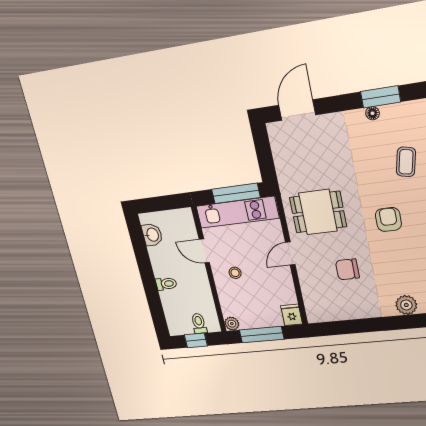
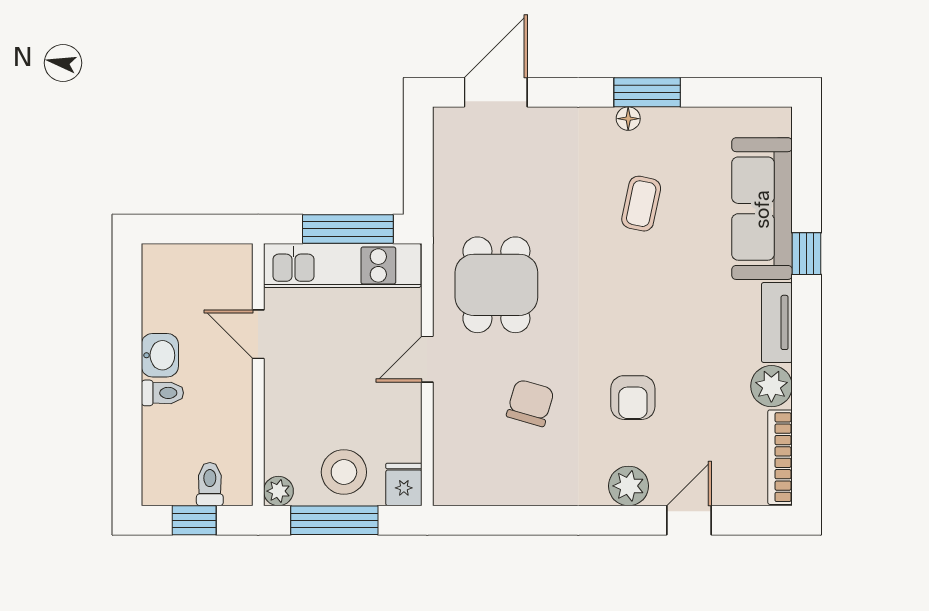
coffee table: (406, 162) -> (641, 204), moved
dining table: (318, 212) -> (496, 285), turned 90
armchair: (388, 219) -> (633, 398), moved, turned 180
washbasin: (152, 235) -> (160, 355), moved
chair: (347, 269) -> (530, 403), turned 106
stool: (235, 273) -> (344, 472), moved, width x1.89, depth x1.89

